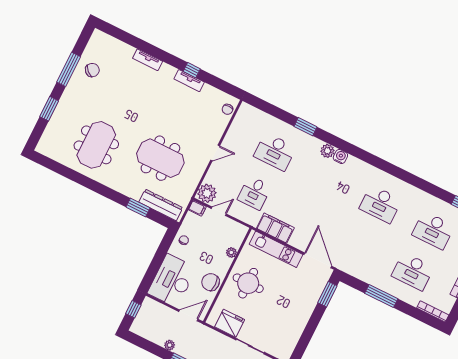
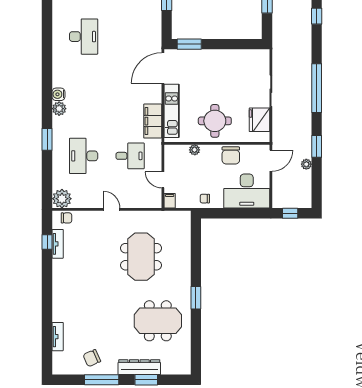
tv unit: (148, 60) -> (58, 337), moved
chair: (92, 70) -> (92, 358), turned -68
window: (192, 70) -> (47, 242), moved
tv unit: (189, 81) -> (58, 244), moved
desk: (275, 152) -> (84, 156), turned 180
plant: (207, 193) -> (62, 199), moved
dresser: (161, 205) -> (139, 367), moved, turned 90
window: (138, 208) -> (196, 298), moved
door: (188, 315) -> (271, 161), swing flipped

